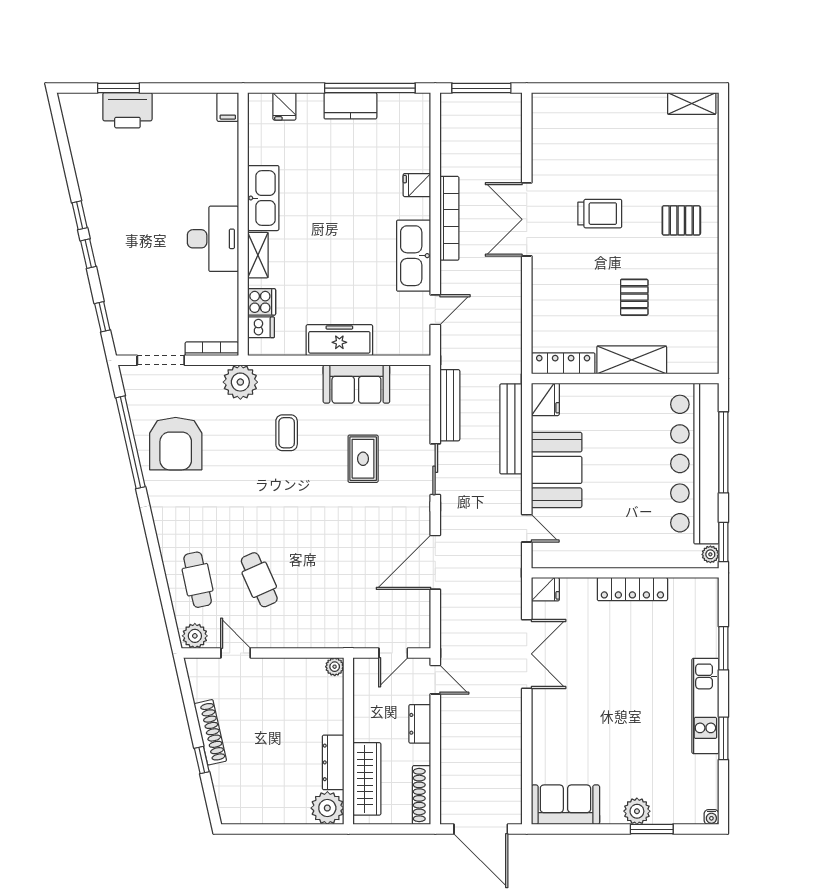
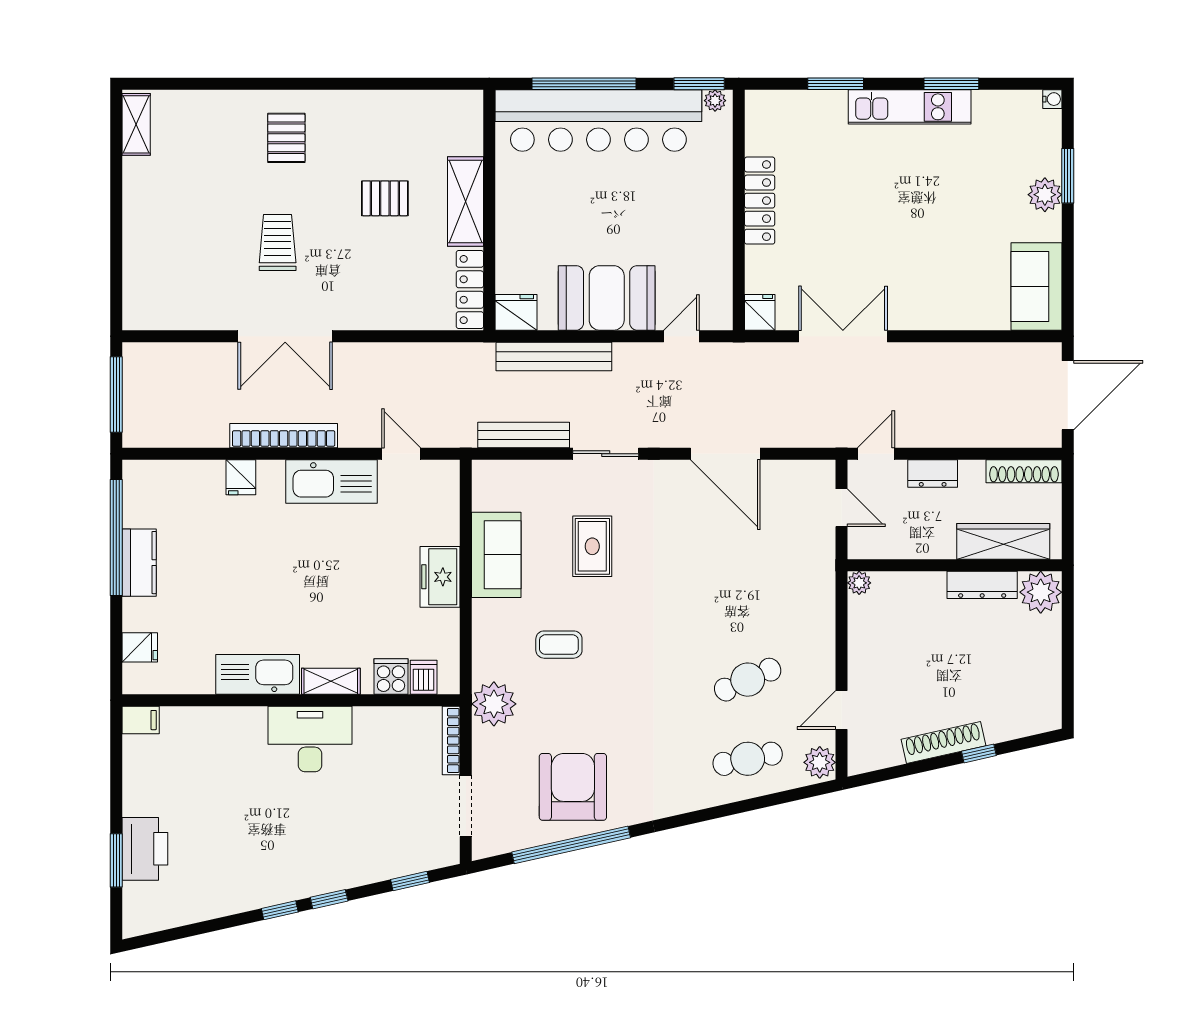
freezer: (339, 340) -> (440, 577), width x0.71
armchair: (176, 444) -> (573, 787), turned -90
rug: (363, 459) -> (592, 546), turned 90

